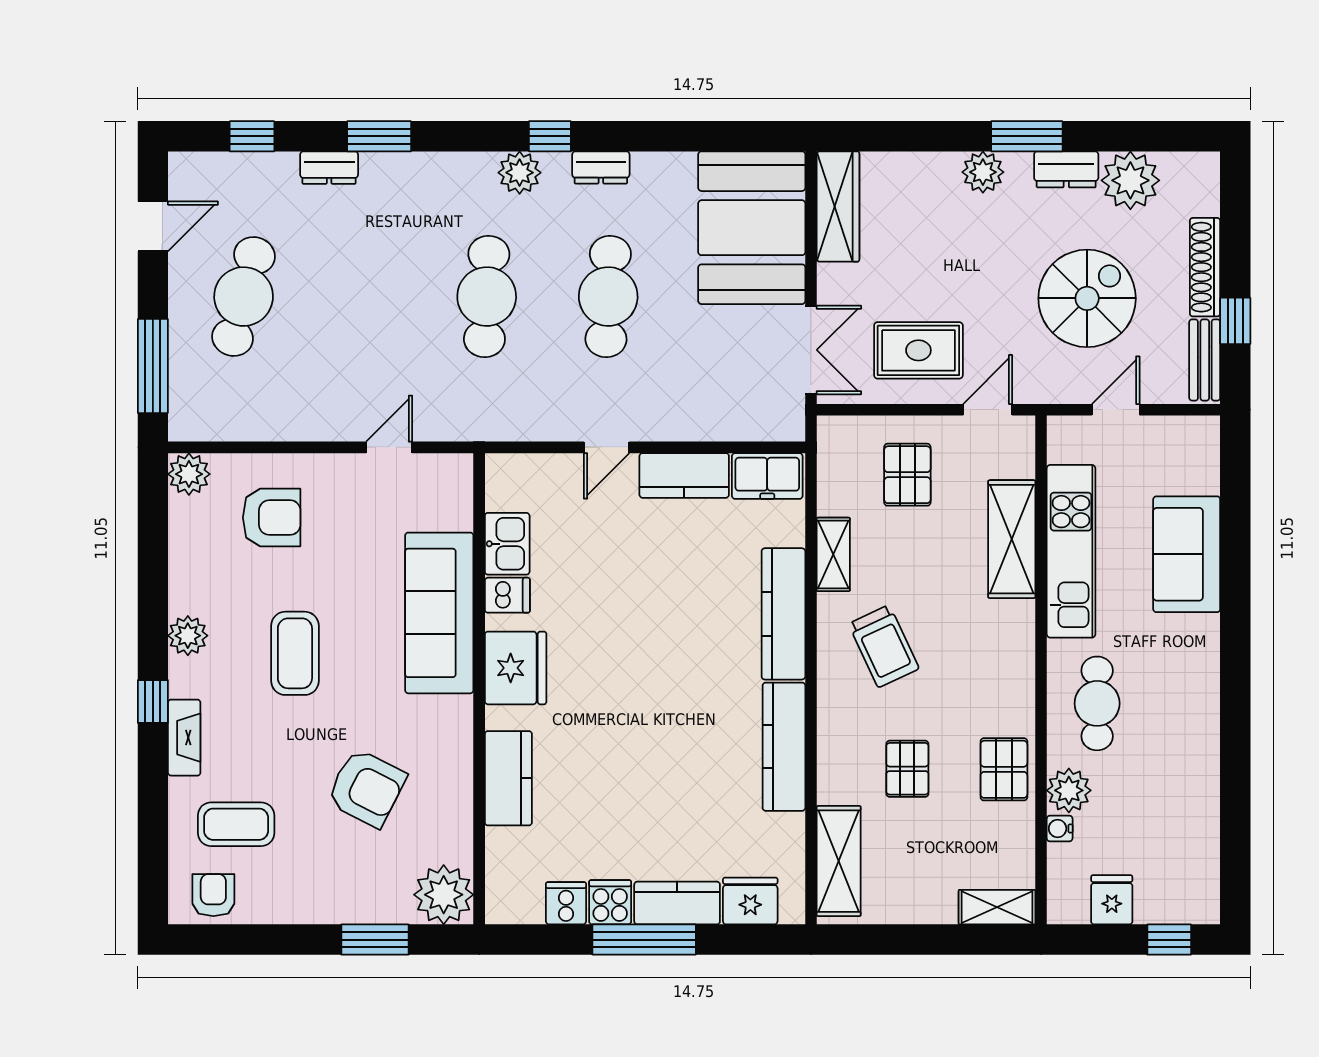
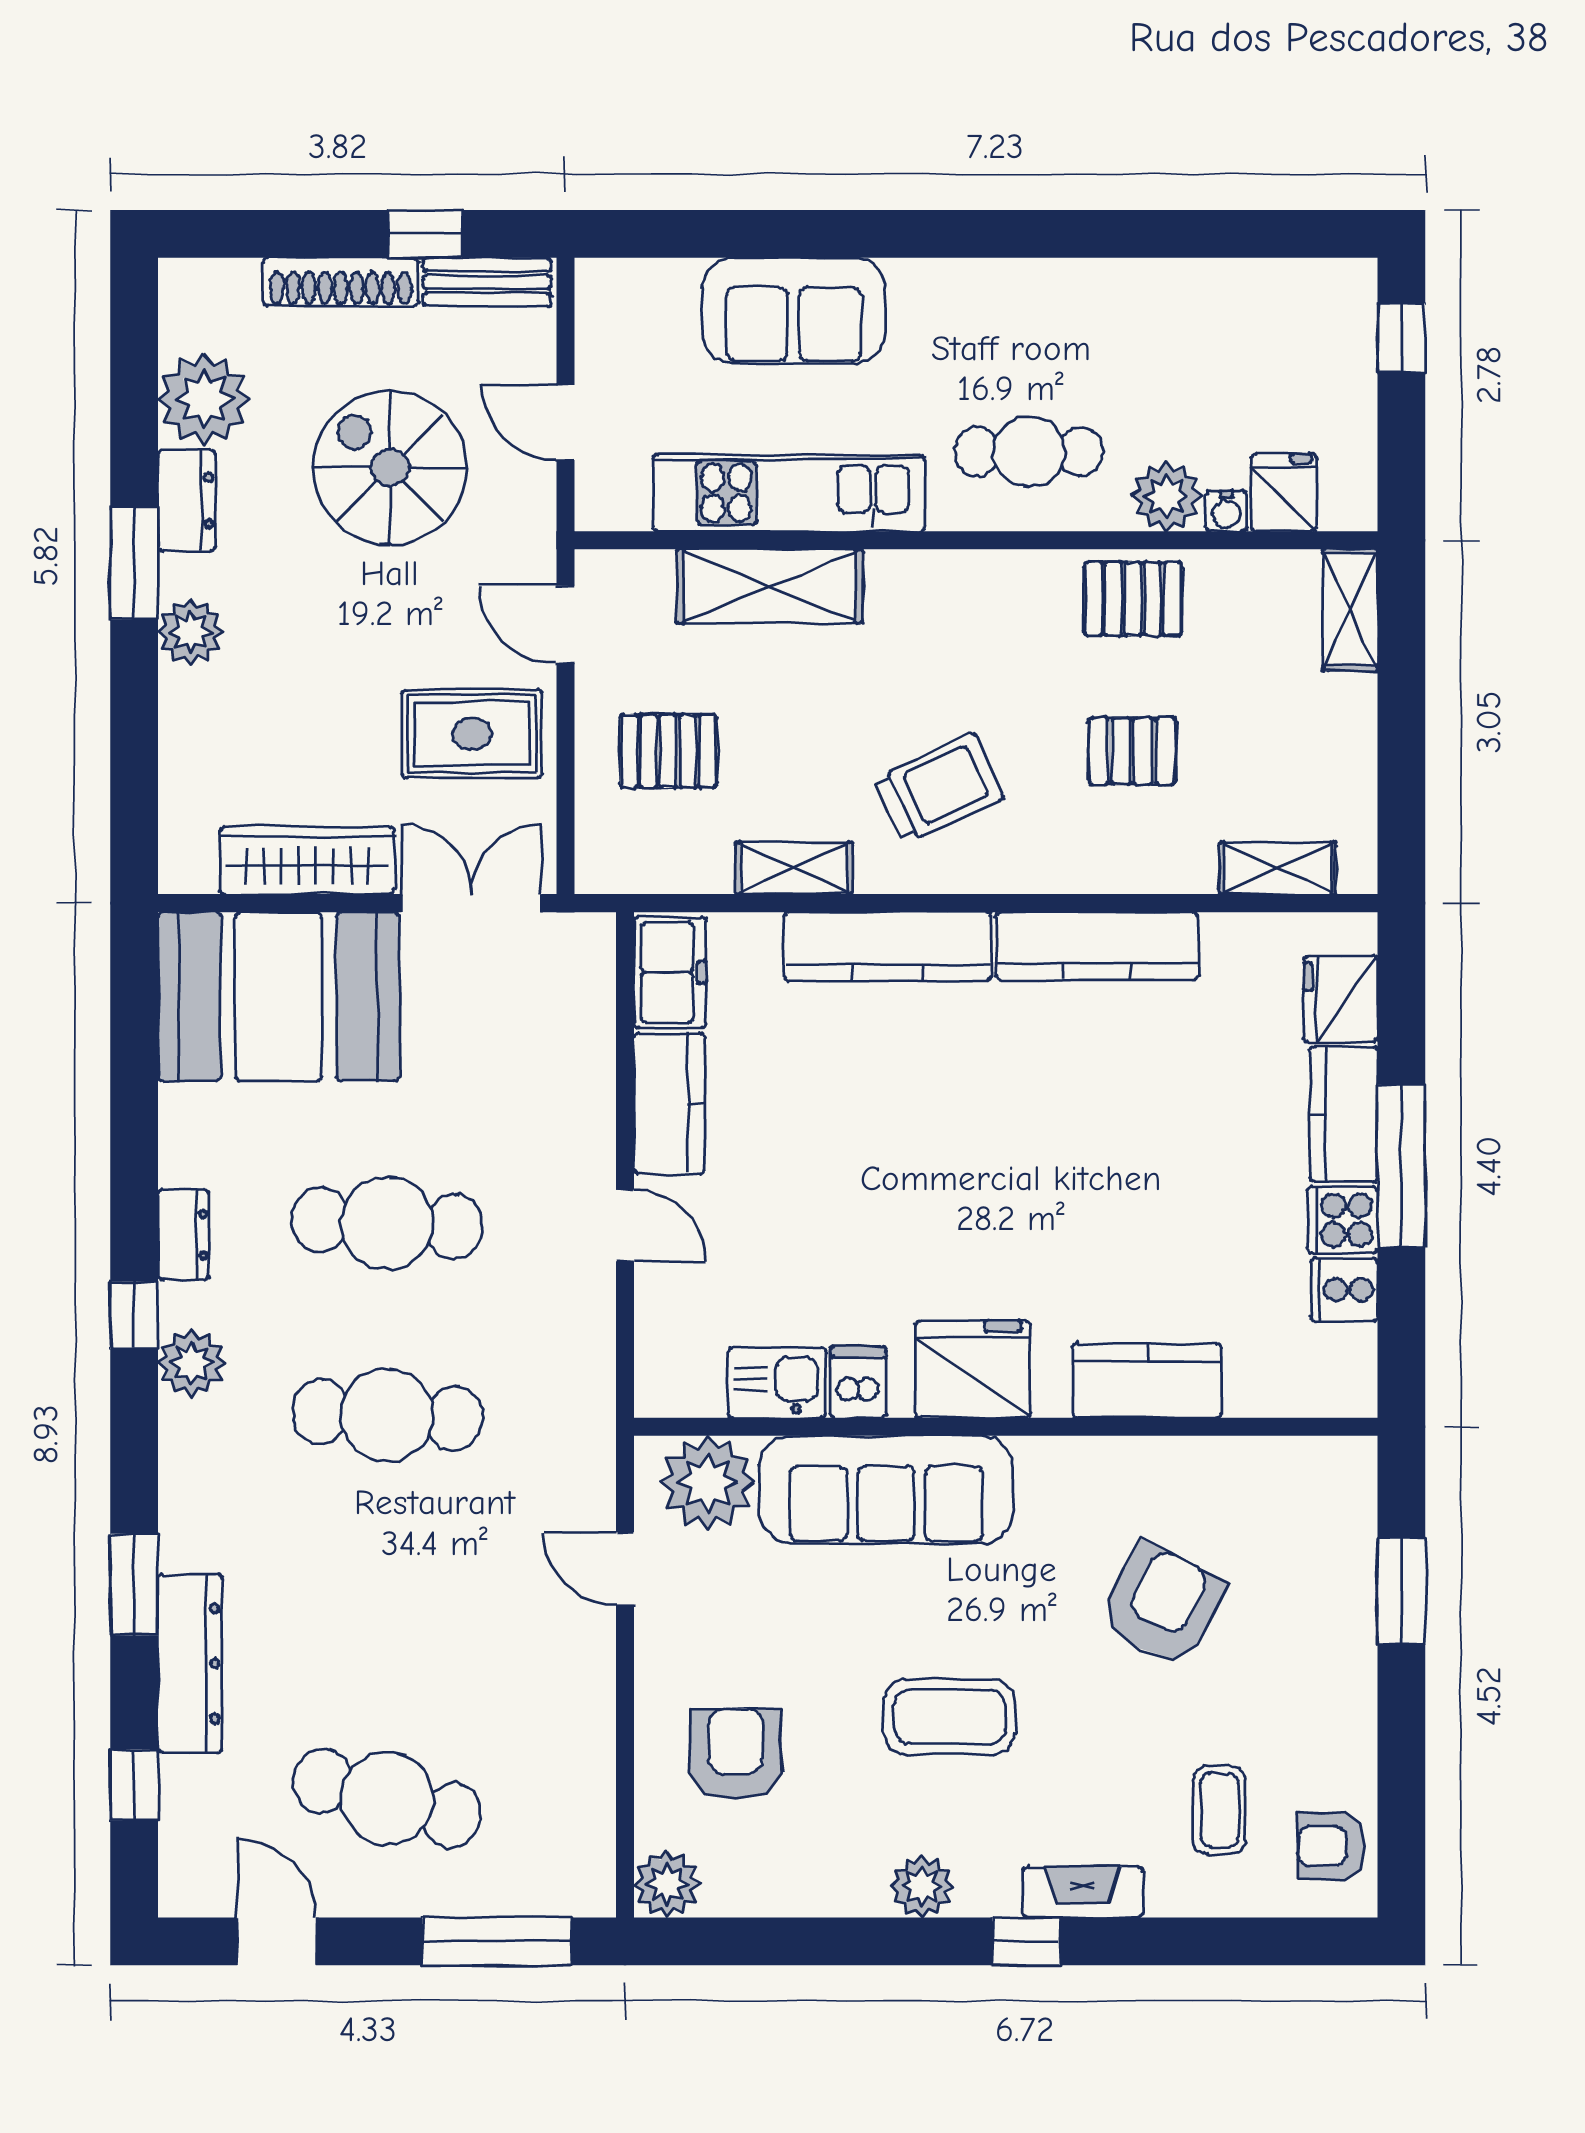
dresser: (329, 168) -> (190, 1663), width x1.96, depth x1.24
wardrobe: (838, 207) -> (307, 861), moved
rug: (918, 350) -> (472, 734), turned 90
coffee table: (236, 824) -> (1220, 1810), width x0.73, depth x0.77
shelving: (839, 861) -> (1278, 868), width x0.67, depth x0.75
plant: (444, 895) -> (708, 1483), moved
fridge: (1112, 900) -> (1284, 492), moved, turned 90

